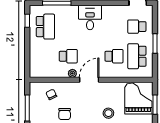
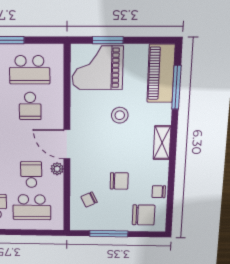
school desk: (45, 56) -> (32, 207), added
school desk: (114, 56) -> (30, 106), turned 180

